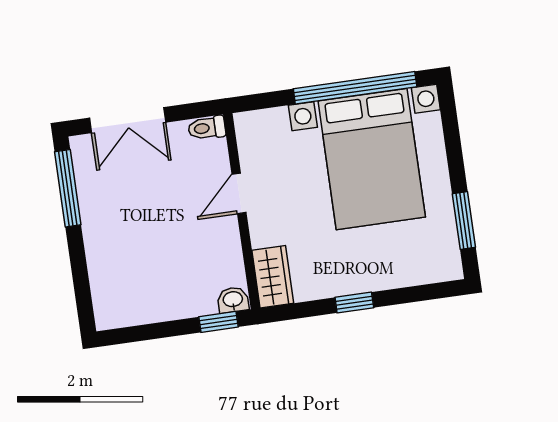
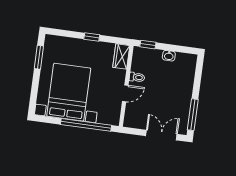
window: (355, 88) -> (86, 125), moved
toilet: (207, 128) -> (137, 77), moved
washbasin: (233, 300) -> (169, 56), moved

